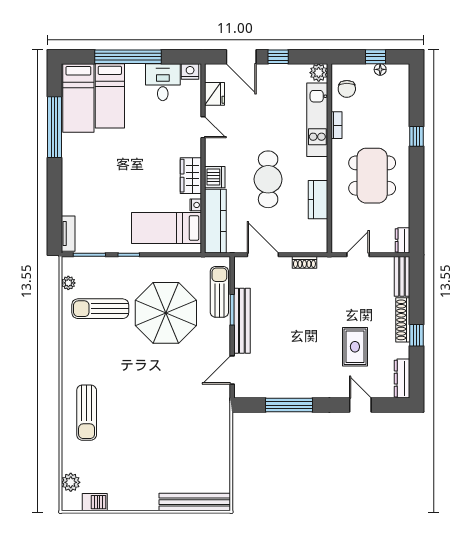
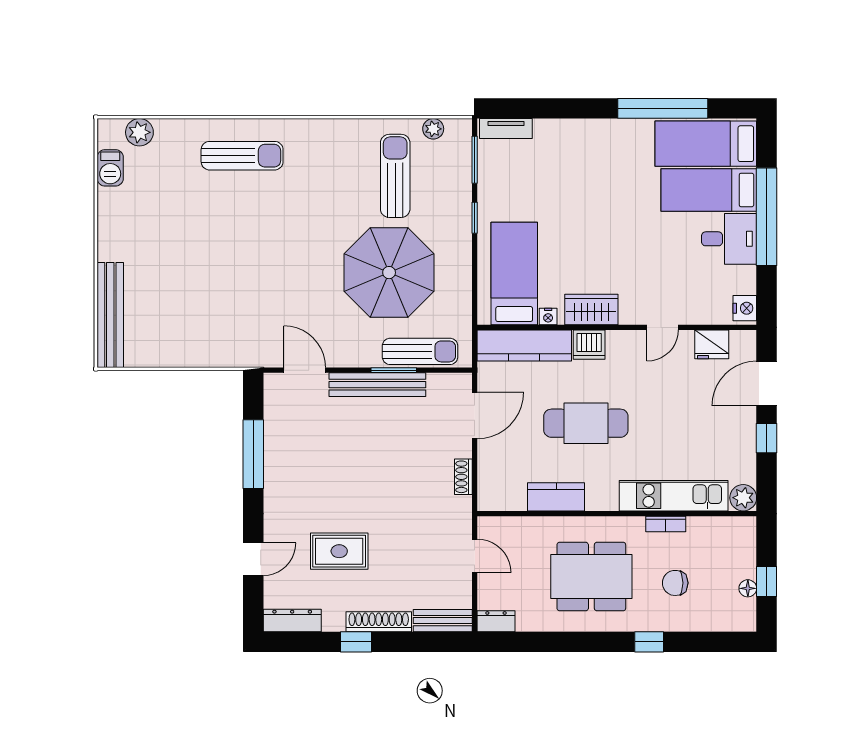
desk: (163, 82) -> (729, 239), moved
chair: (347, 89) -> (675, 583), moved
sun lounger: (87, 413) -> (242, 156), turned 180

